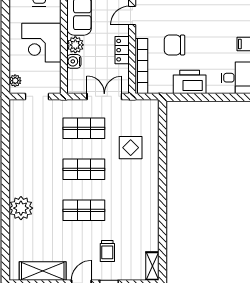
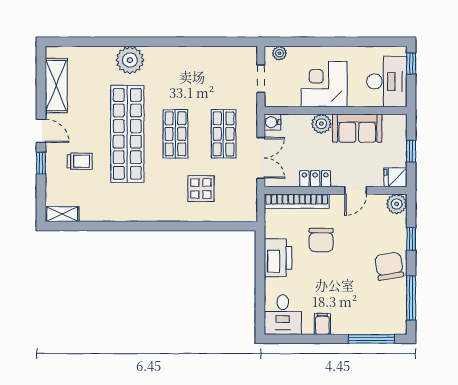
door: (132, 16) -> (356, 190), swing flipped
chair: (174, 45) -> (321, 240), turned 180
water cooler: (74, 61) -> (272, 122), moved, turned -90
shop shelf: (84, 210) -> (127, 134), width x2.00, depth x1.36
trolley: (107, 251) -> (80, 161), turned 180

